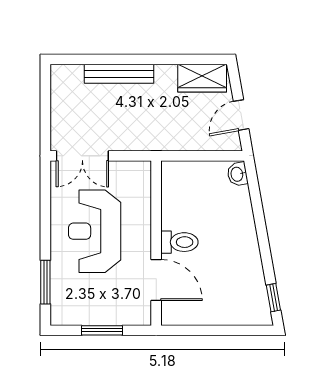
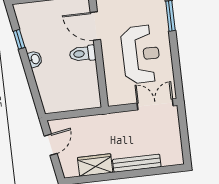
wardrobe: (202, 78) -> (95, 165), moved
washbasin: (237, 174) -> (35, 59), moved
window: (273, 298) -> (19, 39), moved

